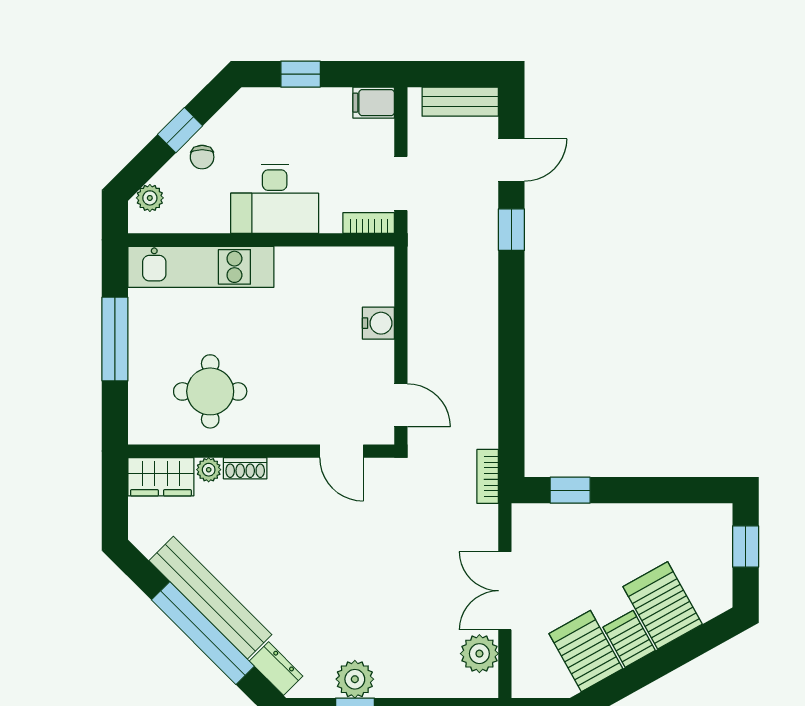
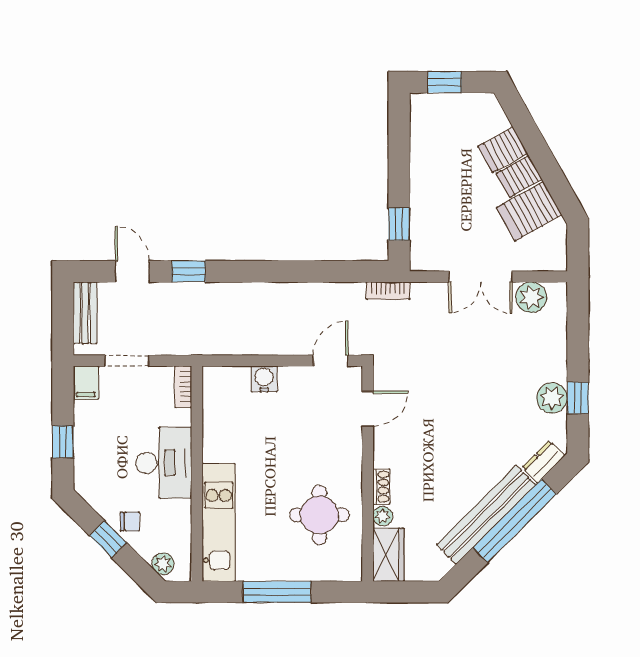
doorway: (401, 184) -> (127, 361), moved
server rack: (663, 605) -> (503, 150), width x0.73, depth x0.70

